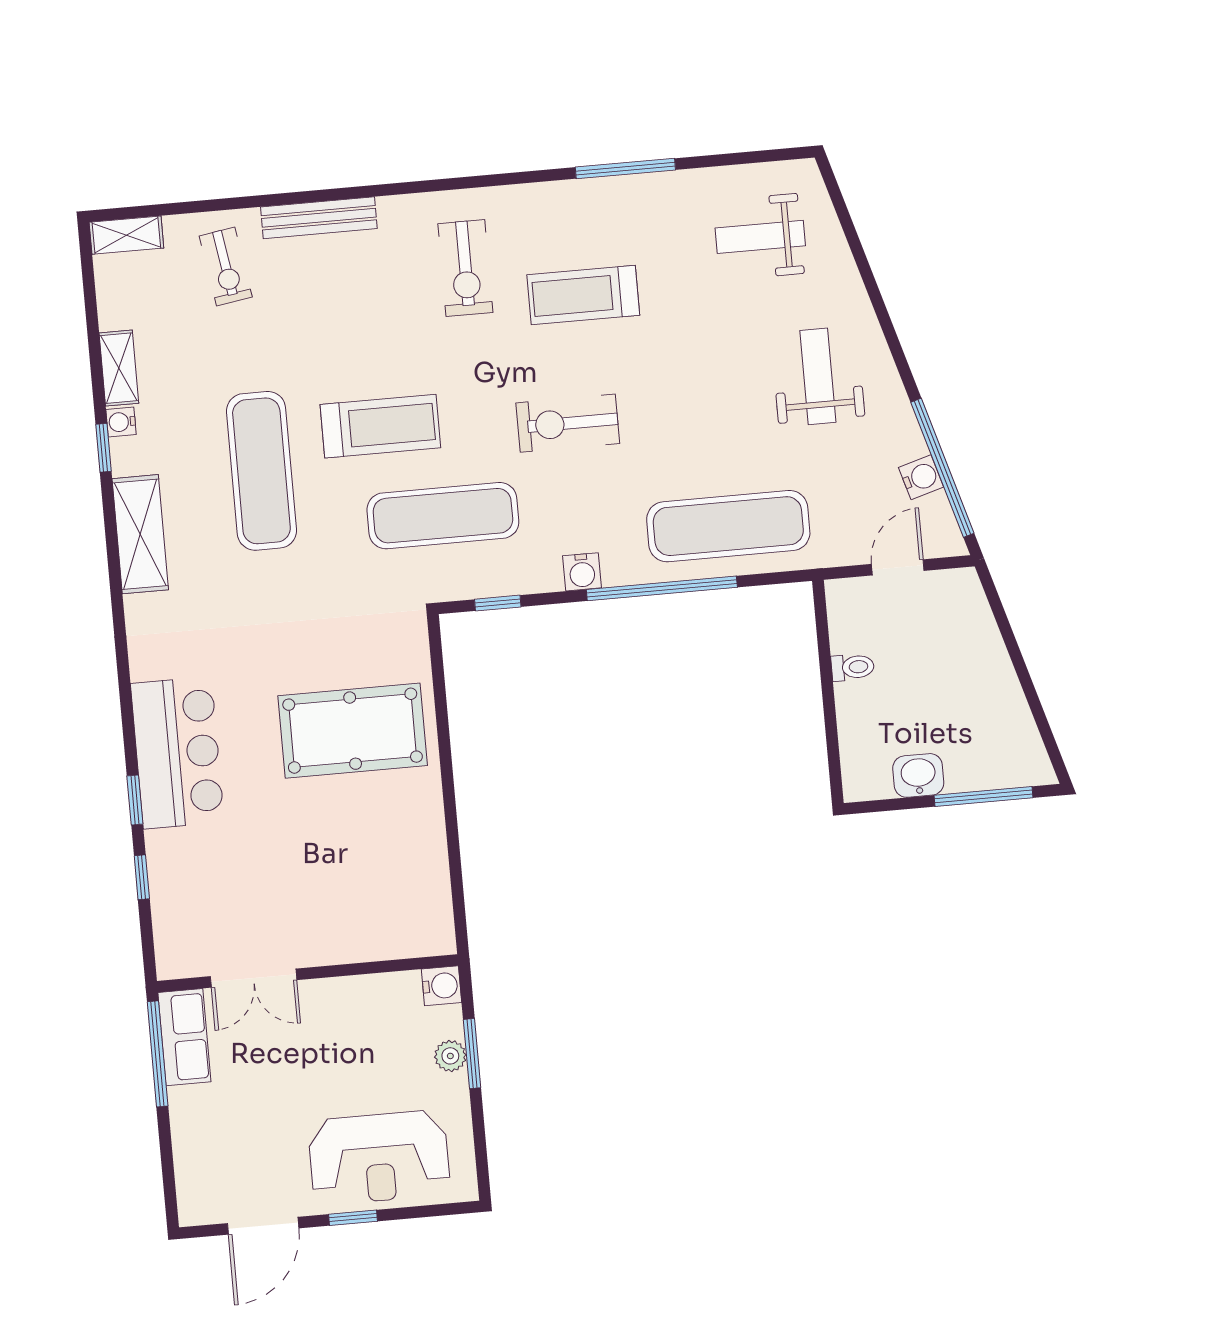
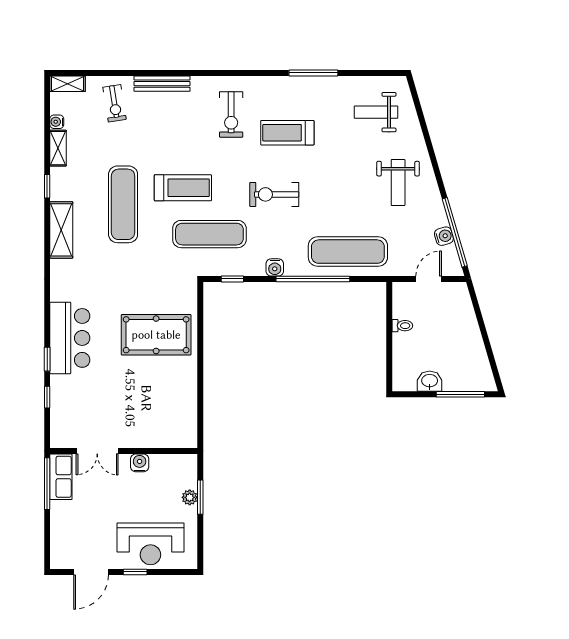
weight bench: (818, 376) -> (398, 183), turned 180
water cooler: (121, 422) -> (57, 122), moved
water cooler: (442, 986) -> (140, 463), moved, turned -90

